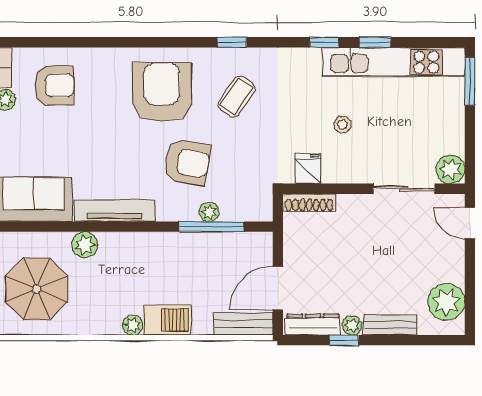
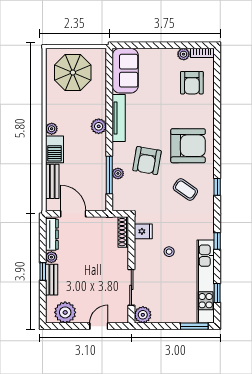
window: (375, 42) -> (217, 293), moved
door: (470, 223) -> (99, 326), moved
plant: (85, 245) -> (99, 126), moved
bench: (243, 324) -> (52, 181), moved
window: (344, 340) -> (43, 272), moved

